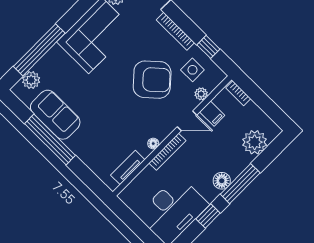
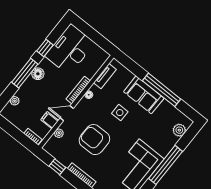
window: (39, 50) -> (165, 165), moved
side table: (192, 70) -> (120, 113), moved
armchair: (152, 80) -> (94, 140), turned 42
sofa: (55, 115) -> (144, 95), moved
plant: (255, 142) -> (15, 101), width x0.53, depth x0.53

